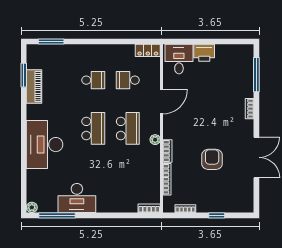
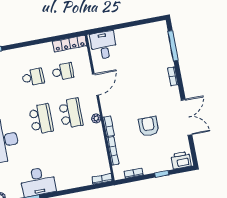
locker: (148, 50) -> (70, 44), width x1.53
printer: (204, 53) -> (181, 160), moved, turned 180
school desk: (128, 80) -> (63, 72), turned 180

